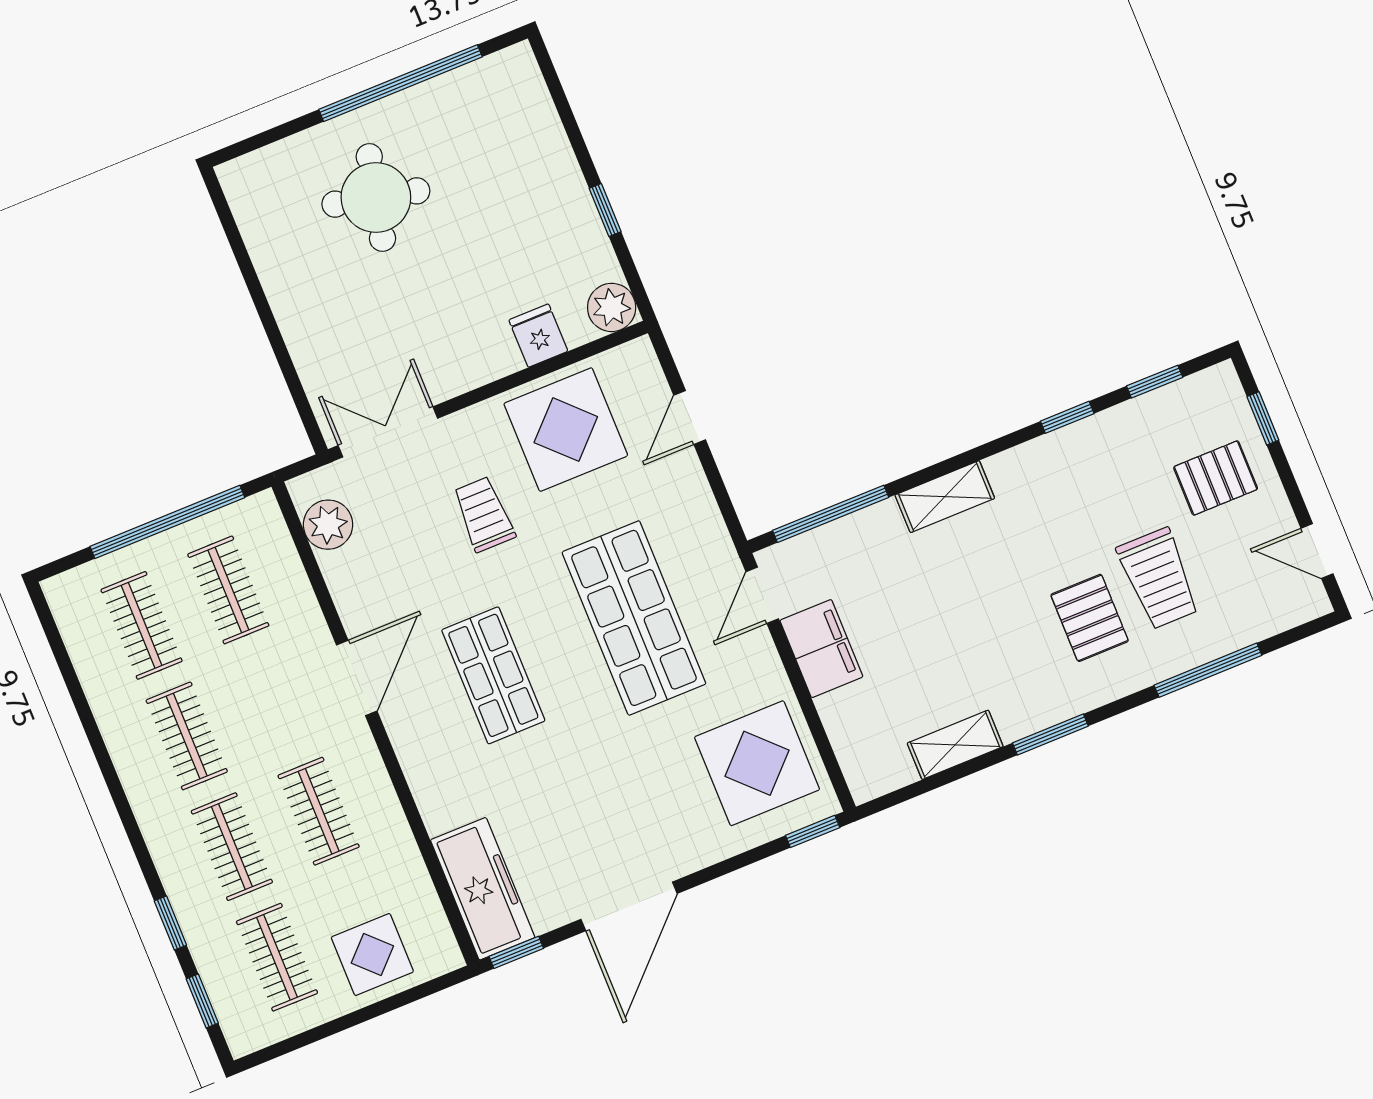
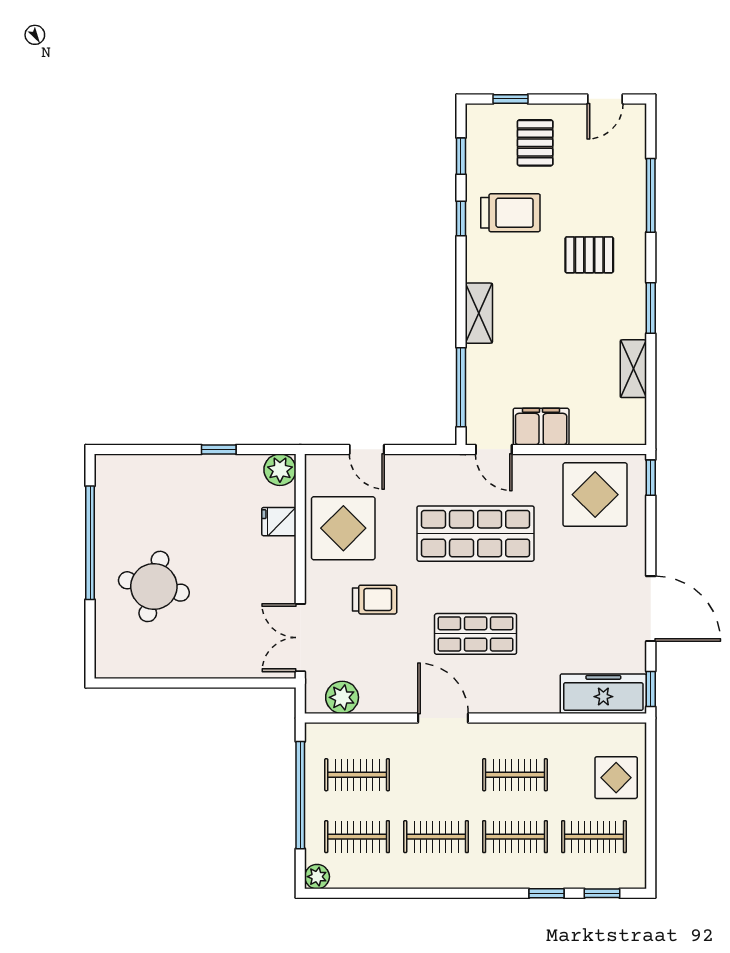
trolley: (484, 514) -> (375, 600), turned 180
trolley: (1159, 578) -> (510, 213), moved
plant: (63, 592) -> (317, 877), added

